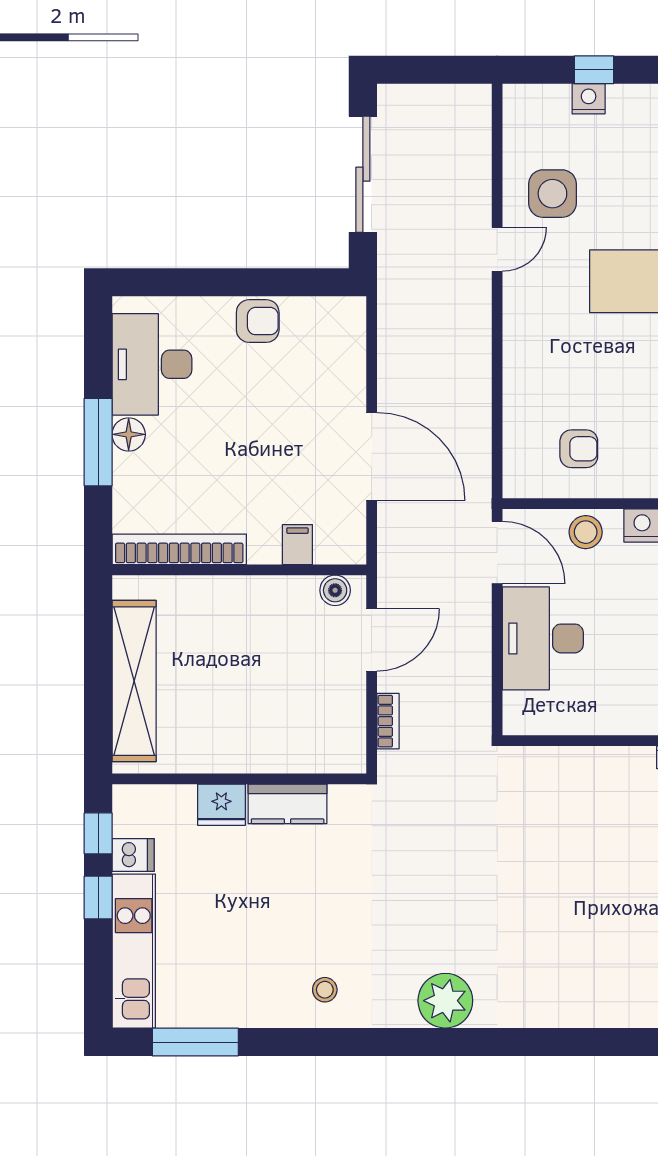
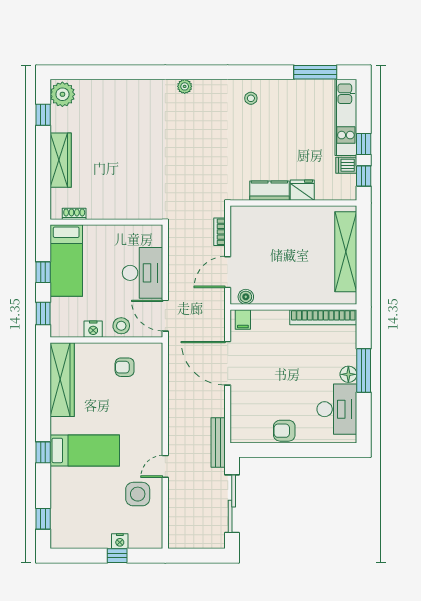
bench: (391, 297) -> (218, 442), added
filing cabinet: (297, 545) -> (243, 320), moved
plant: (445, 1001) -> (185, 86), width x0.53, depth x0.53

